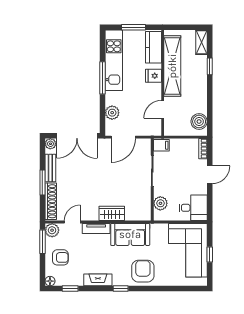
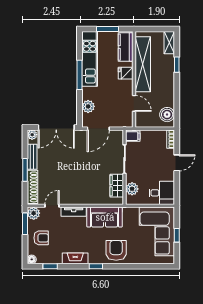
door: (163, 109) -> (134, 103), swing flipped
wardrobe: (112, 213) -> (117, 186), moved, turned -90

